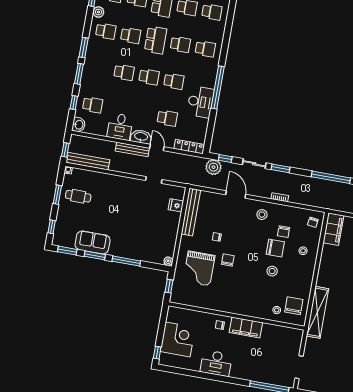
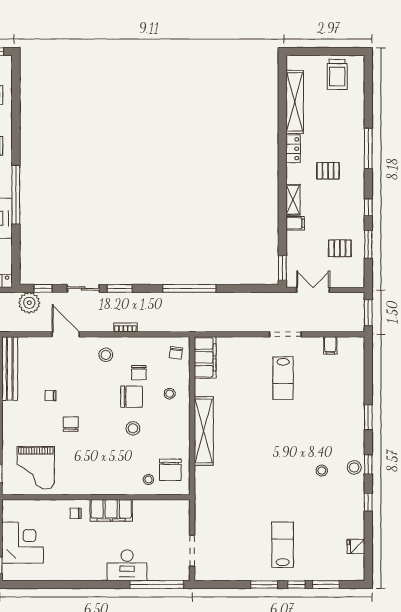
grand piano: (199, 268) -> (36, 468), moved
chair: (294, 306) -> (170, 470), turned 180
shelving: (317, 312) -> (204, 431), moved
desk: (216, 363) -> (127, 565), moved

